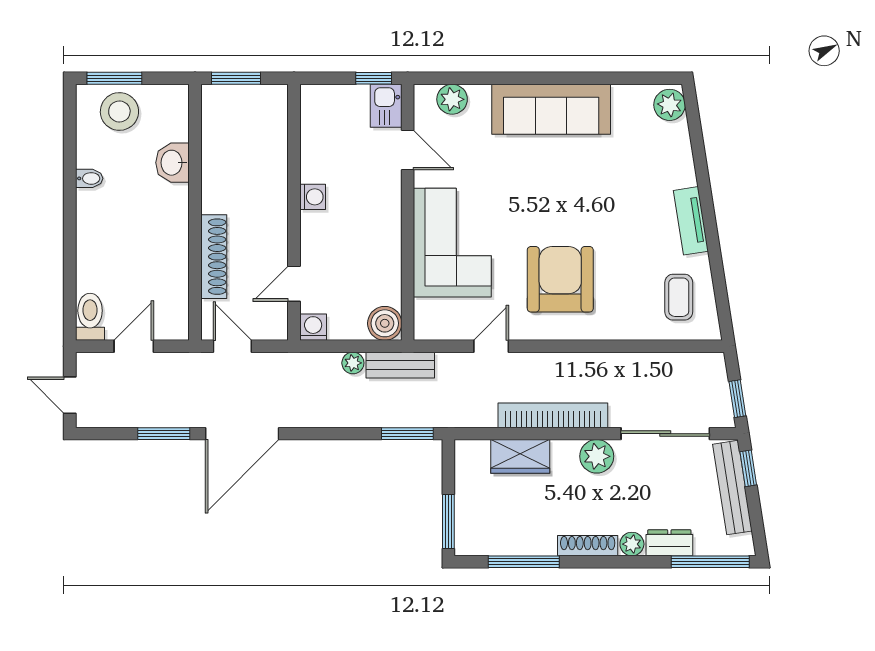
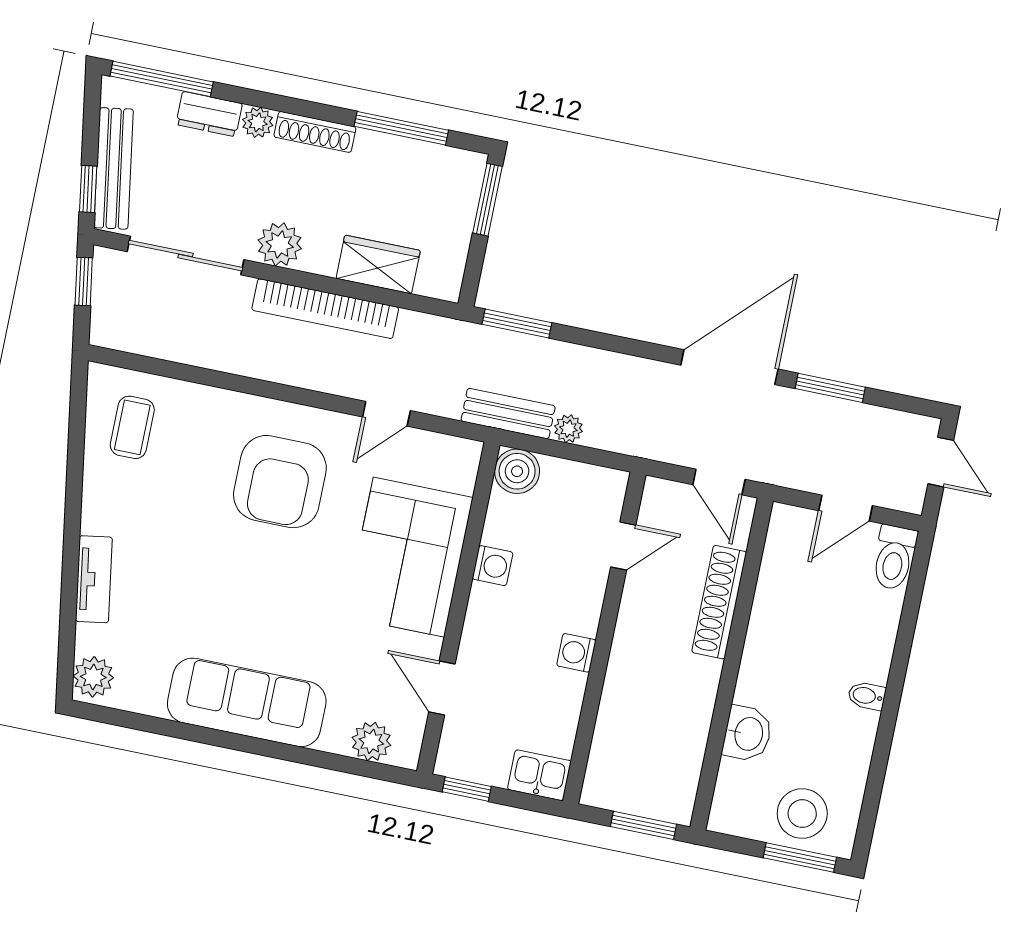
kitchen sink: (386, 106) -> (539, 775), moved, turned -90
bidet: (89, 178) -> (867, 696), moved
tv unit: (691, 221) -> (94, 579), moved
washing machine: (313, 327) -> (493, 566), moved, turned -90

